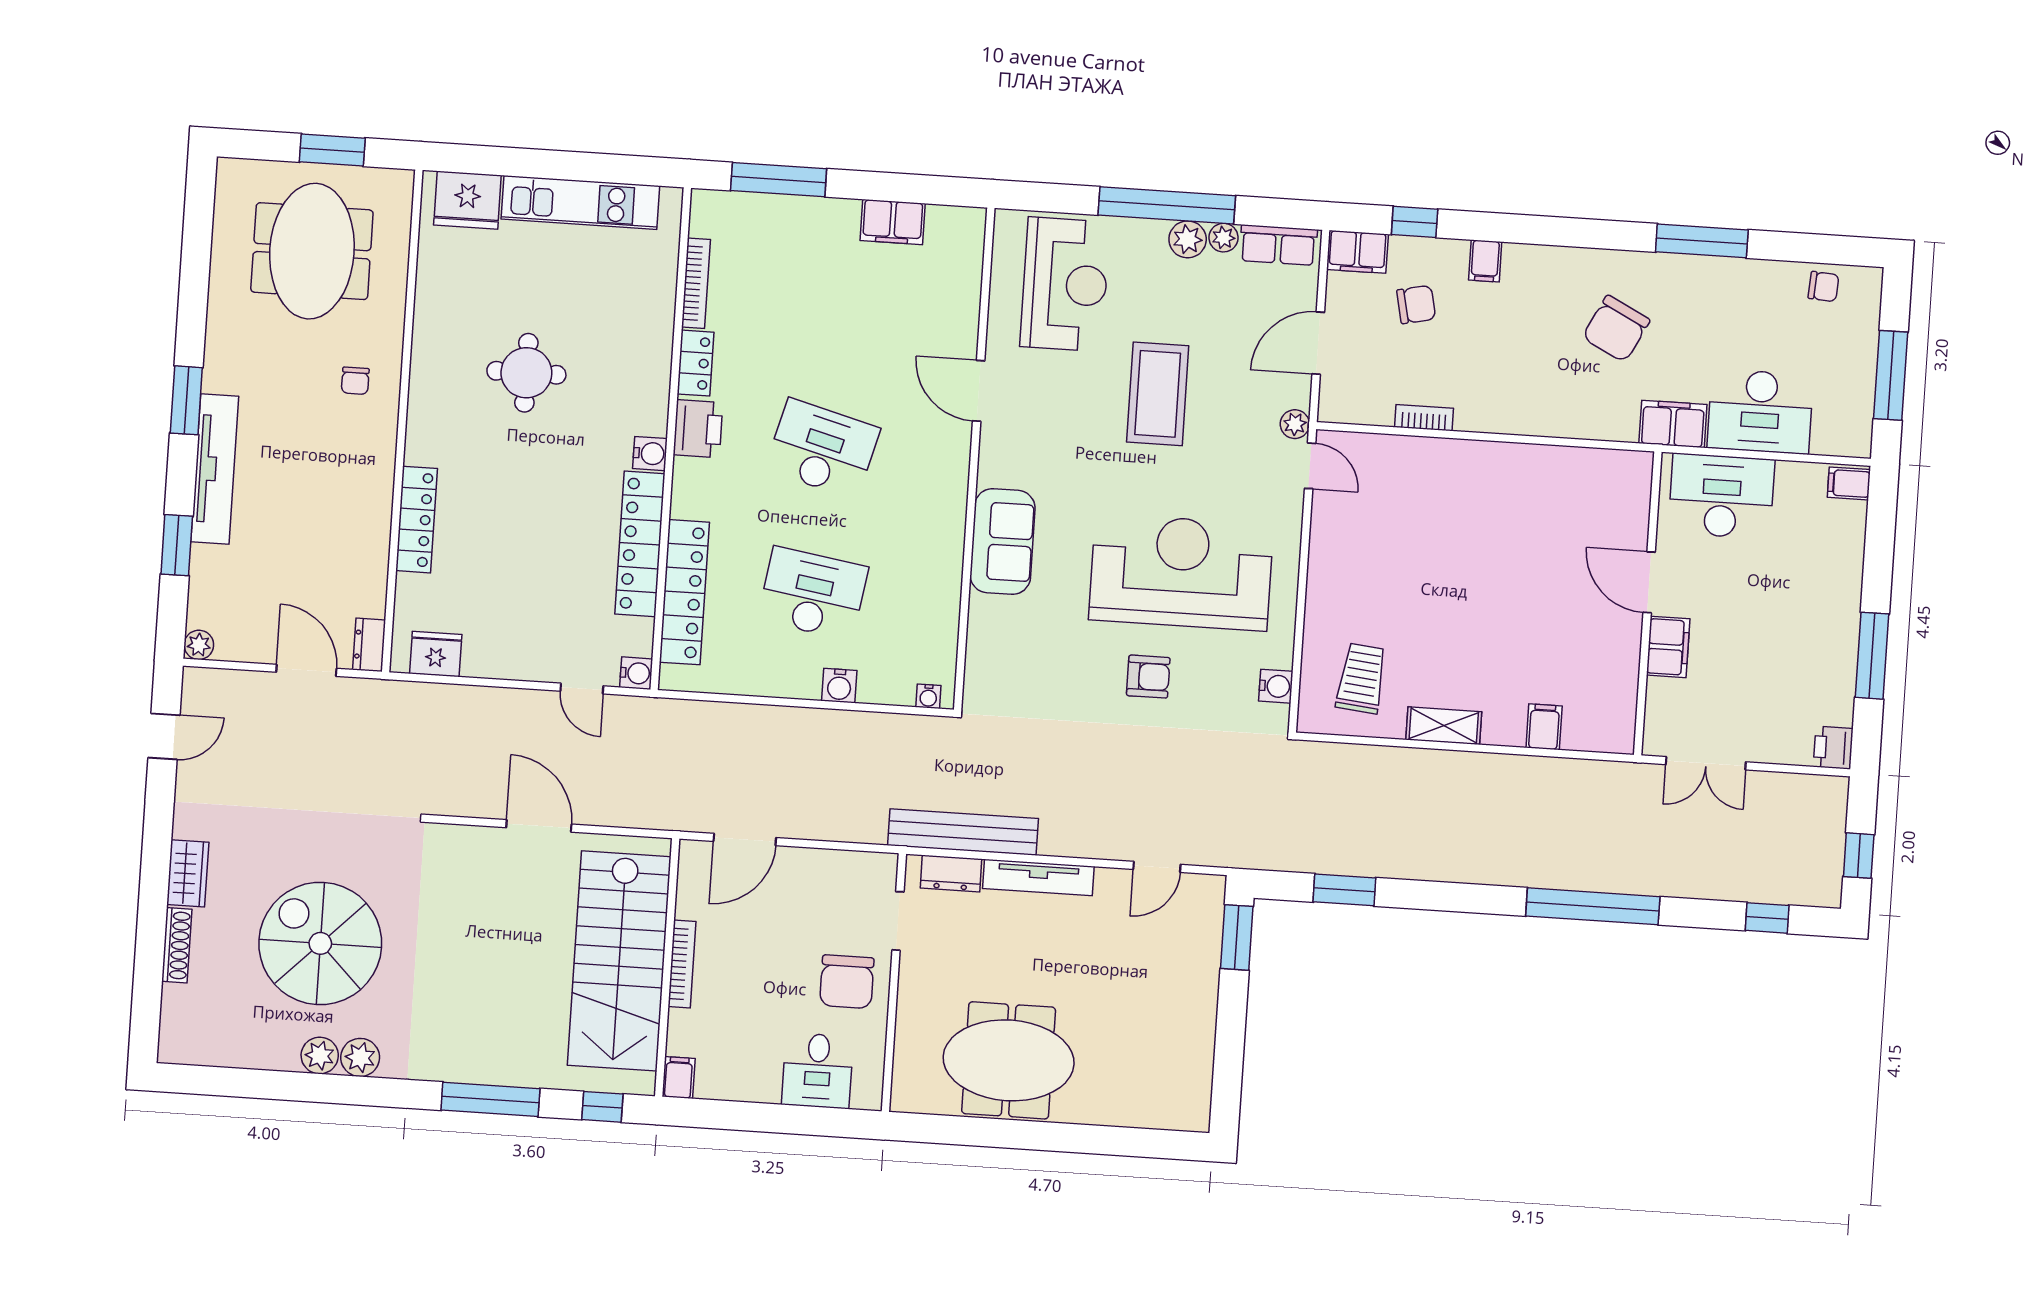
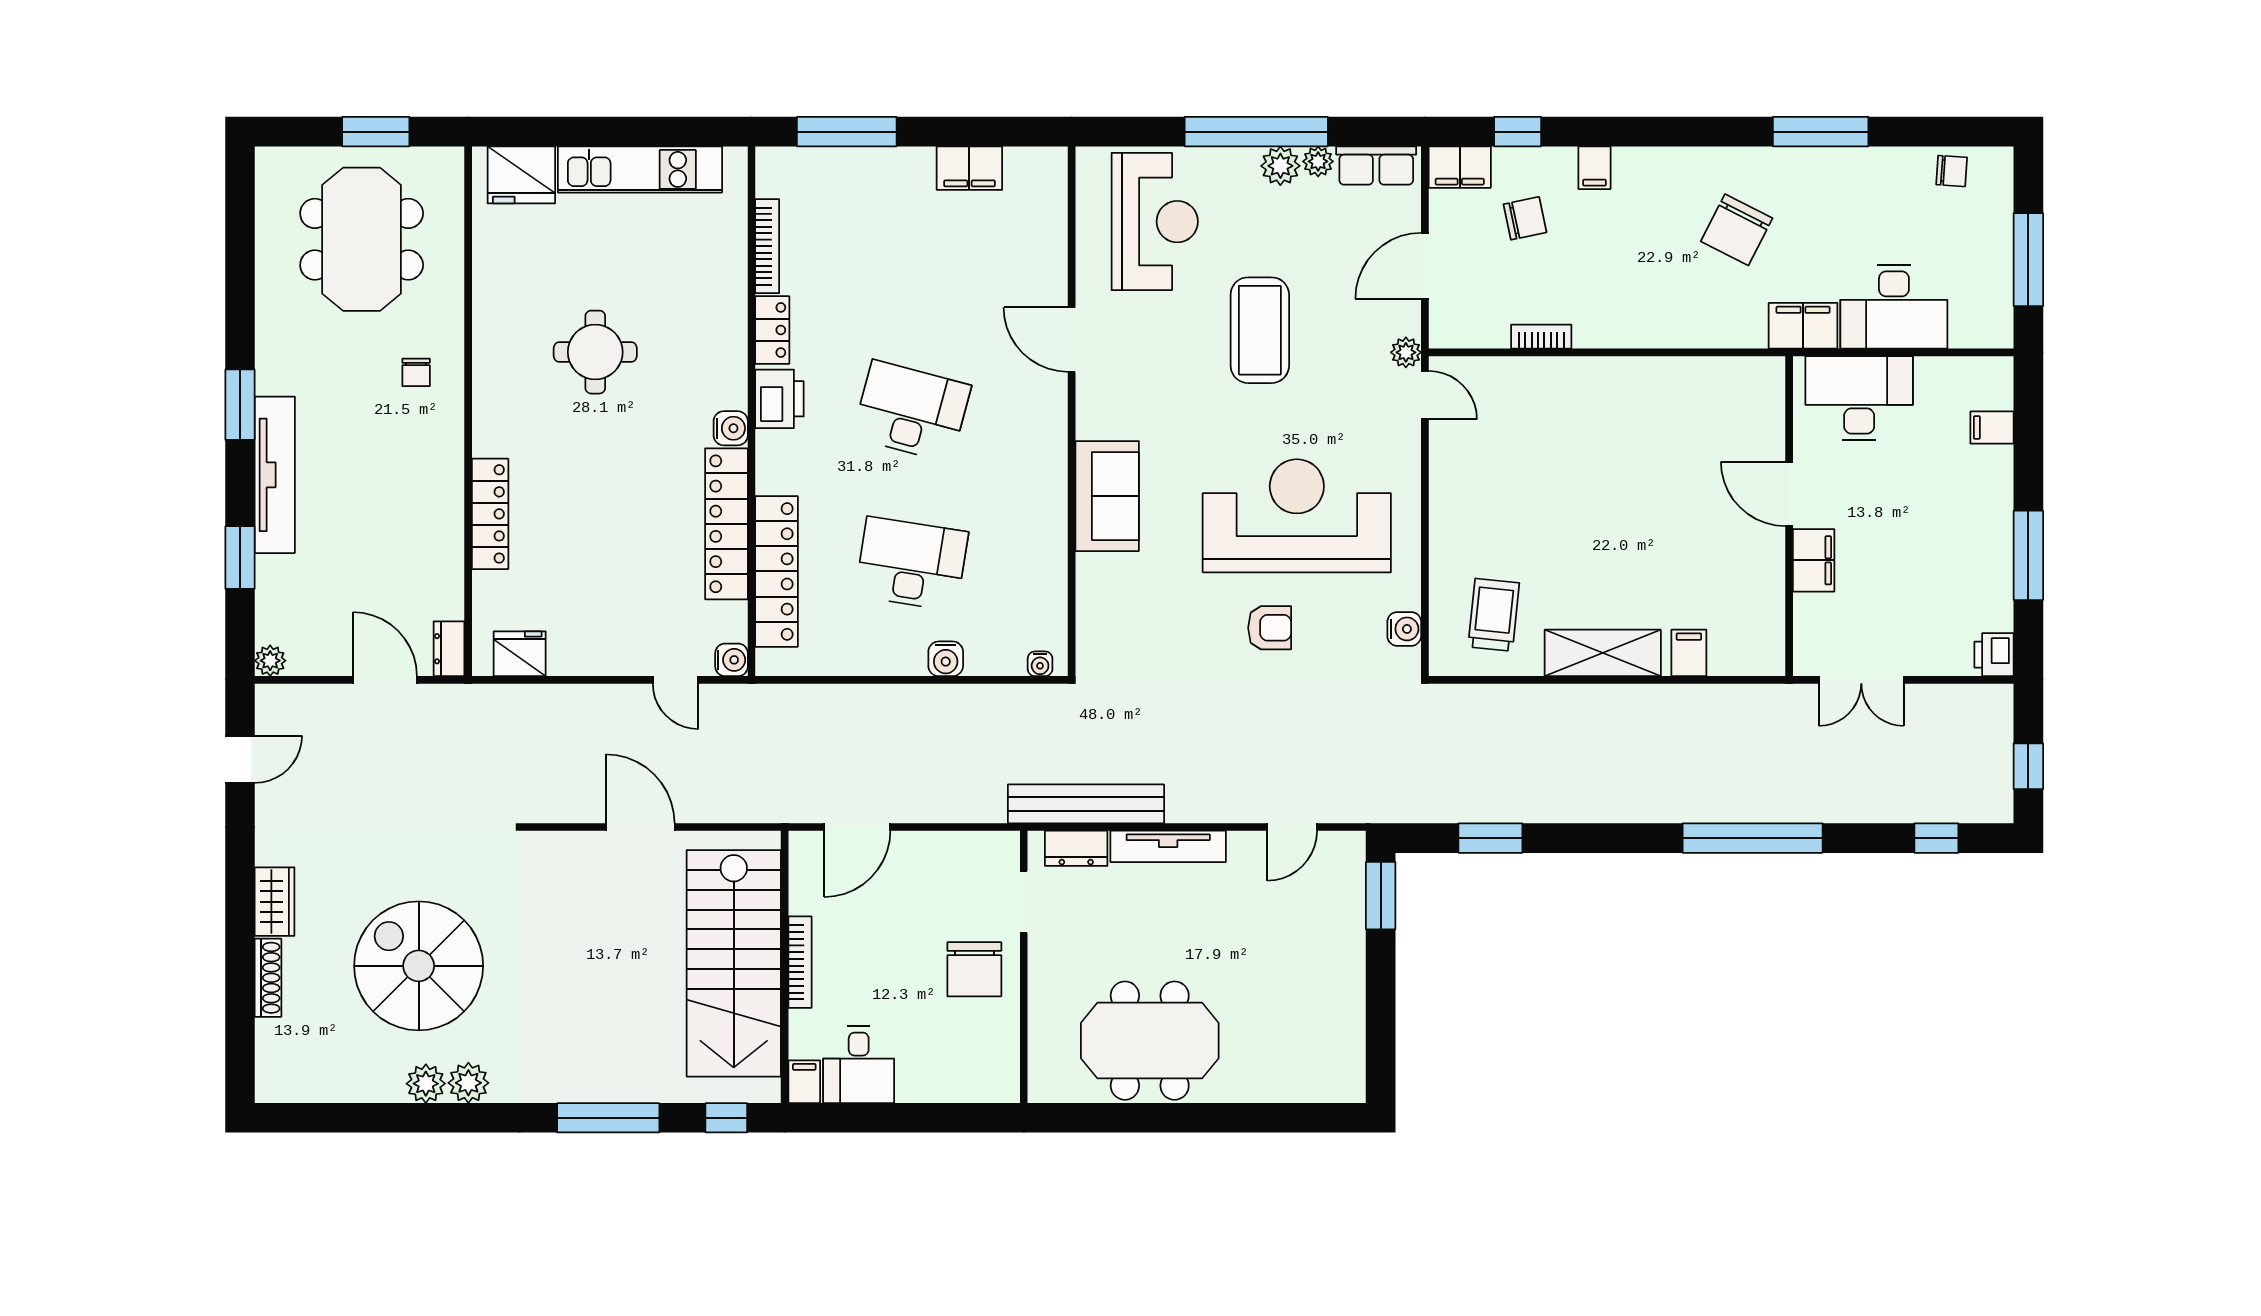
filing cabinet: (1849, 483) -> (1992, 427), moved
shelving: (1444, 726) -> (1603, 653), width x1.50, depth x1.33
desk: (818, 1071) -> (859, 1065), moved

